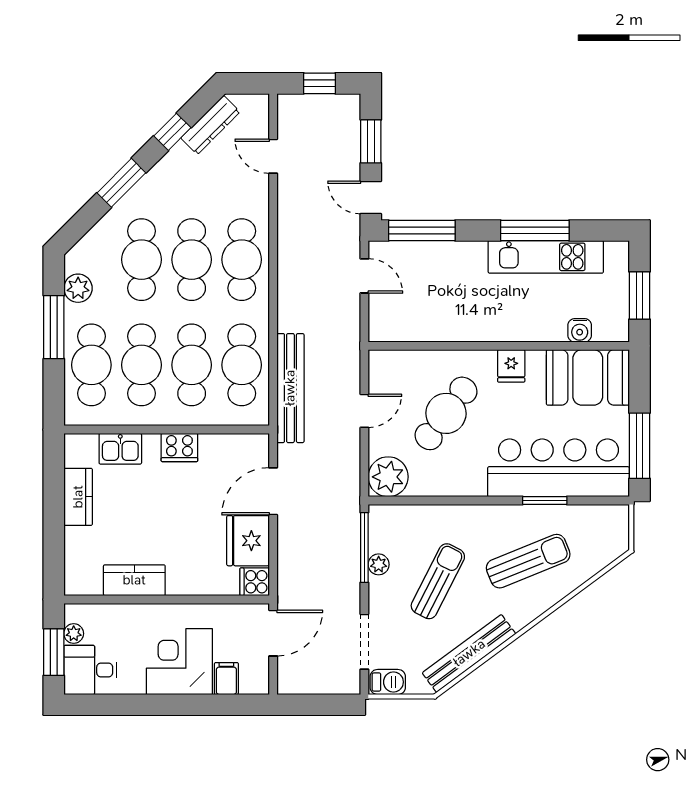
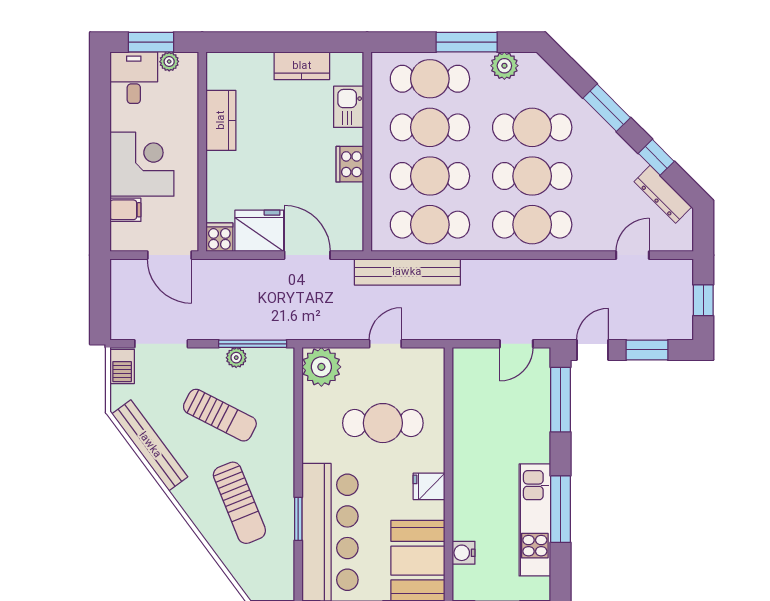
door: (364, 411) -> (385, 344), swing flipped
cafe table: (446, 413) -> (383, 423), turned -37

